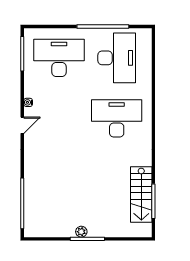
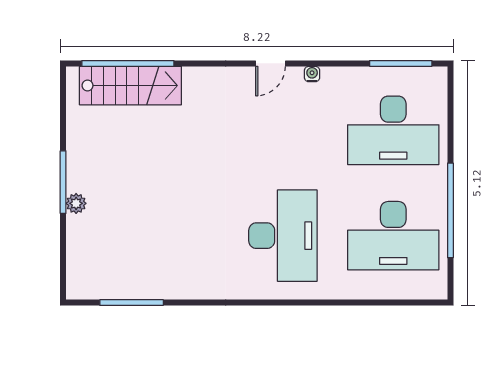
desk: (59, 58) -> (393, 130), turned 90
door: (22, 125) -> (271, 63), hinge flipped
stairs: (141, 194) -> (130, 86), moved, turned 180
plant: (81, 232) -> (76, 203), moved

